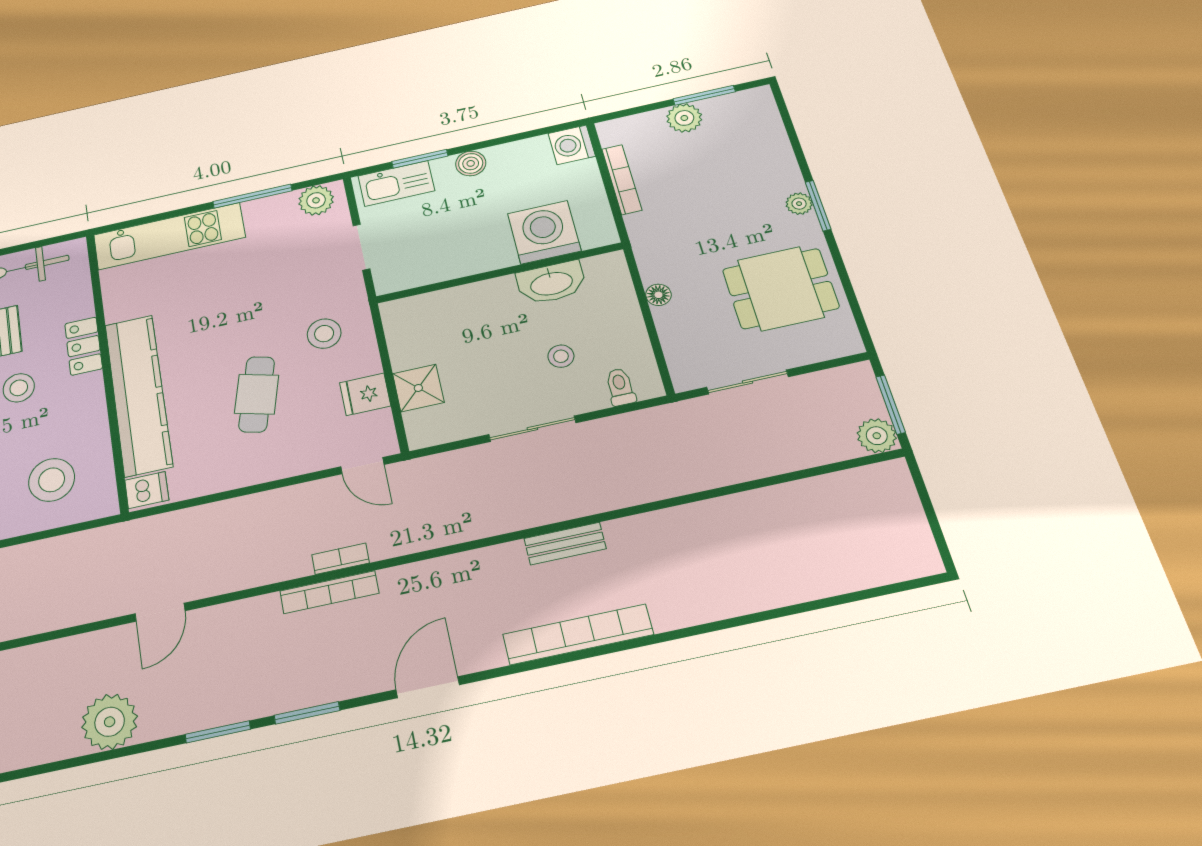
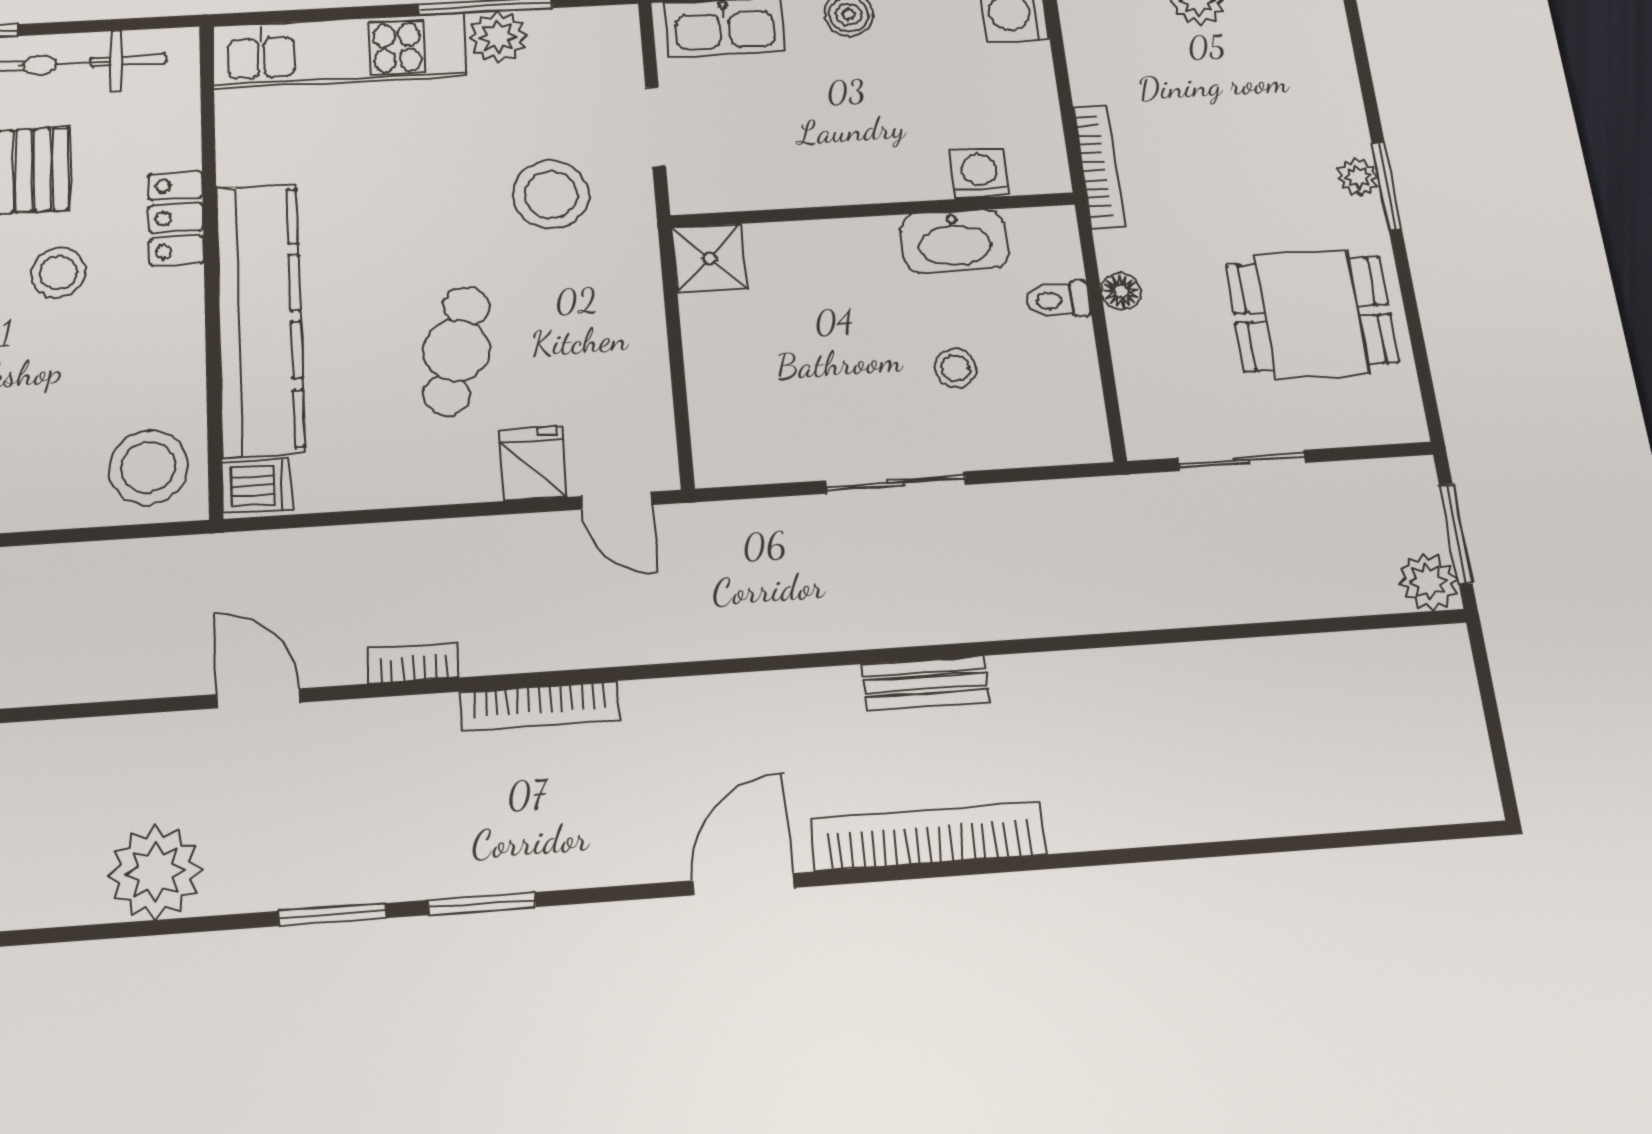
bookcase: (622, 179) -> (1099, 166), moved
plant: (316, 200) -> (498, 37), moved
washing machine: (544, 232) -> (979, 173), width x0.53, depth x0.53
stool: (324, 334) -> (551, 195), moved, width x1.38, depth x1.38
toilet: (620, 387) -> (1058, 300), moved, turned -90
shower: (418, 388) -> (710, 258), moved
fridge: (365, 394) -> (533, 463), moved, turned 90
stool: (52, 480) -> (148, 467), moved
bookcase: (341, 559) -> (413, 663), moved
door: (160, 612) -> (258, 698), swing flipped
door: (428, 687) -> (743, 884), moved

